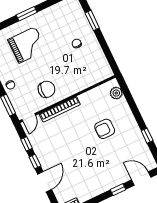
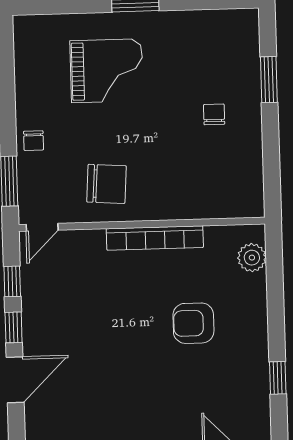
bookcase: (60, 109) -> (155, 238), moved

